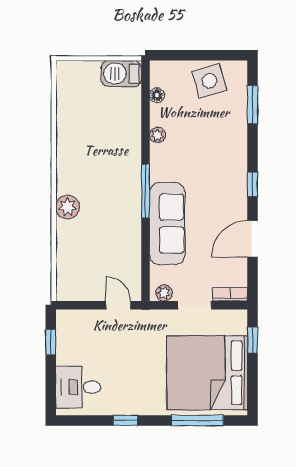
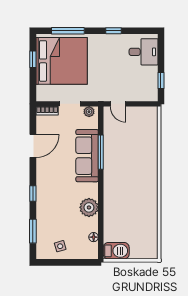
side table: (210, 81) -> (60, 246), width x0.54, depth x0.54
plant: (157, 135) -> (89, 207), width x1.88, depth x1.88
window: (253, 184) -> (33, 193), moved
window: (145, 191) -> (101, 152), moved
plant: (68, 207) -> (150, 166), removed
window: (253, 340) -> (33, 59), moved

